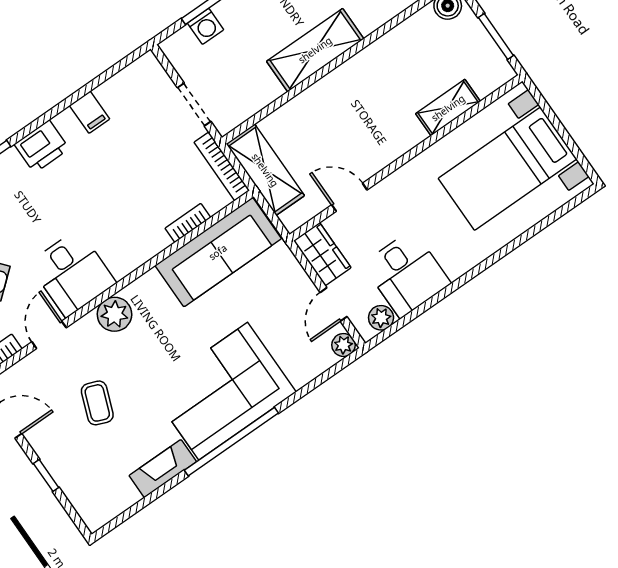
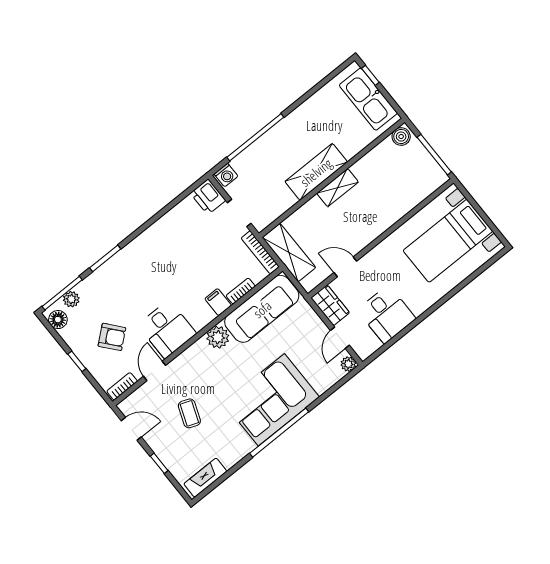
washing machine: (206, 26) -> (226, 175), moved
window: (496, 36) -> (434, 155), width x1.44
shelving: (448, 108) -> (338, 188), moved
filing cabinet: (89, 112) -> (218, 302), moved, turned 180
printer: (42, 146) -> (208, 197), moved, turned 90
plant: (115, 314) -> (218, 337), moved
plant: (381, 318) -> (372, 344), removed
fireplace: (163, 469) -> (205, 478), moved

